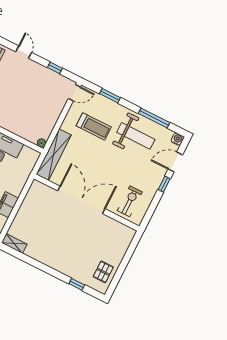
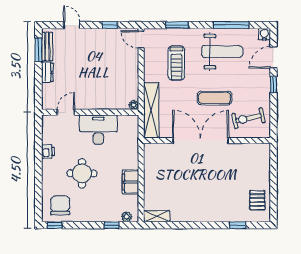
door: (74, 93) -> (141, 40), swing flipped
treadmill: (94, 126) -> (176, 63), turned 90
exercise mat: (110, 171) -> (215, 98), added
exercise bike: (130, 201) -> (248, 118), turned -102

